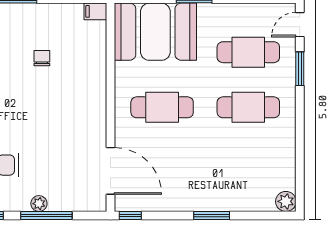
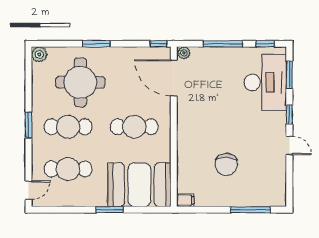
chair: (42, 58) -> (226, 164), width x1.87, depth x1.87
window: (300, 69) -> (29, 125), moved
round table: (232, 165) -> (80, 82), added
plant: (39, 204) -> (184, 53), moved

